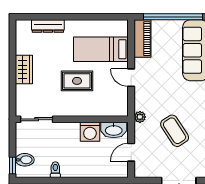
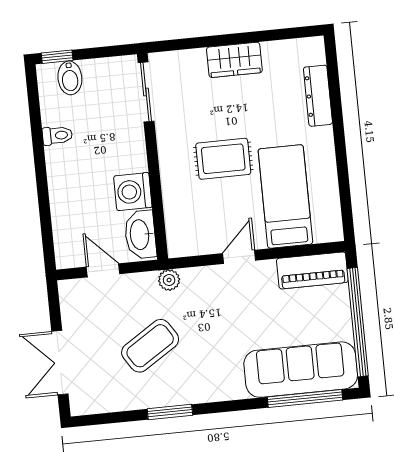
rug: (77, 81) -> (223, 159), turned 90

